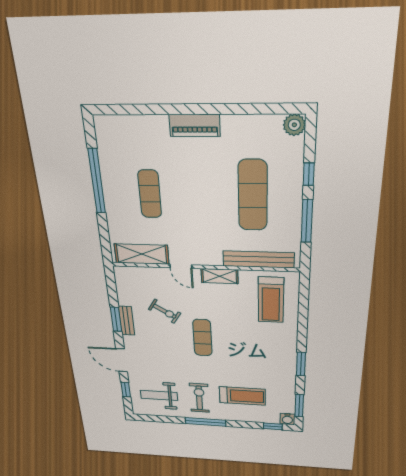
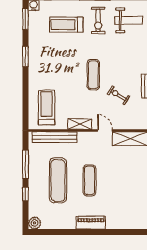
exercise mat: (150, 194) -> (90, 180), moved

